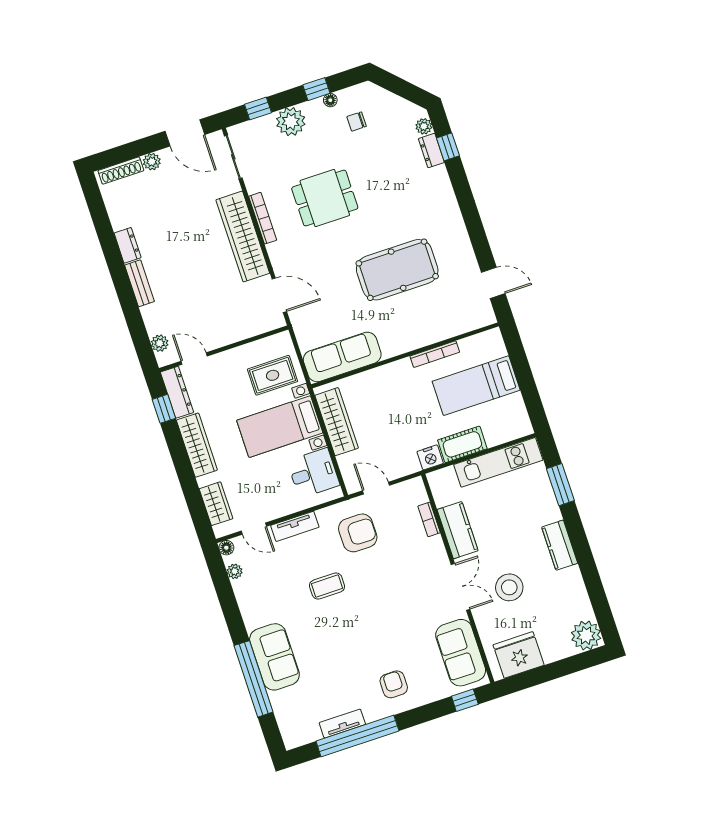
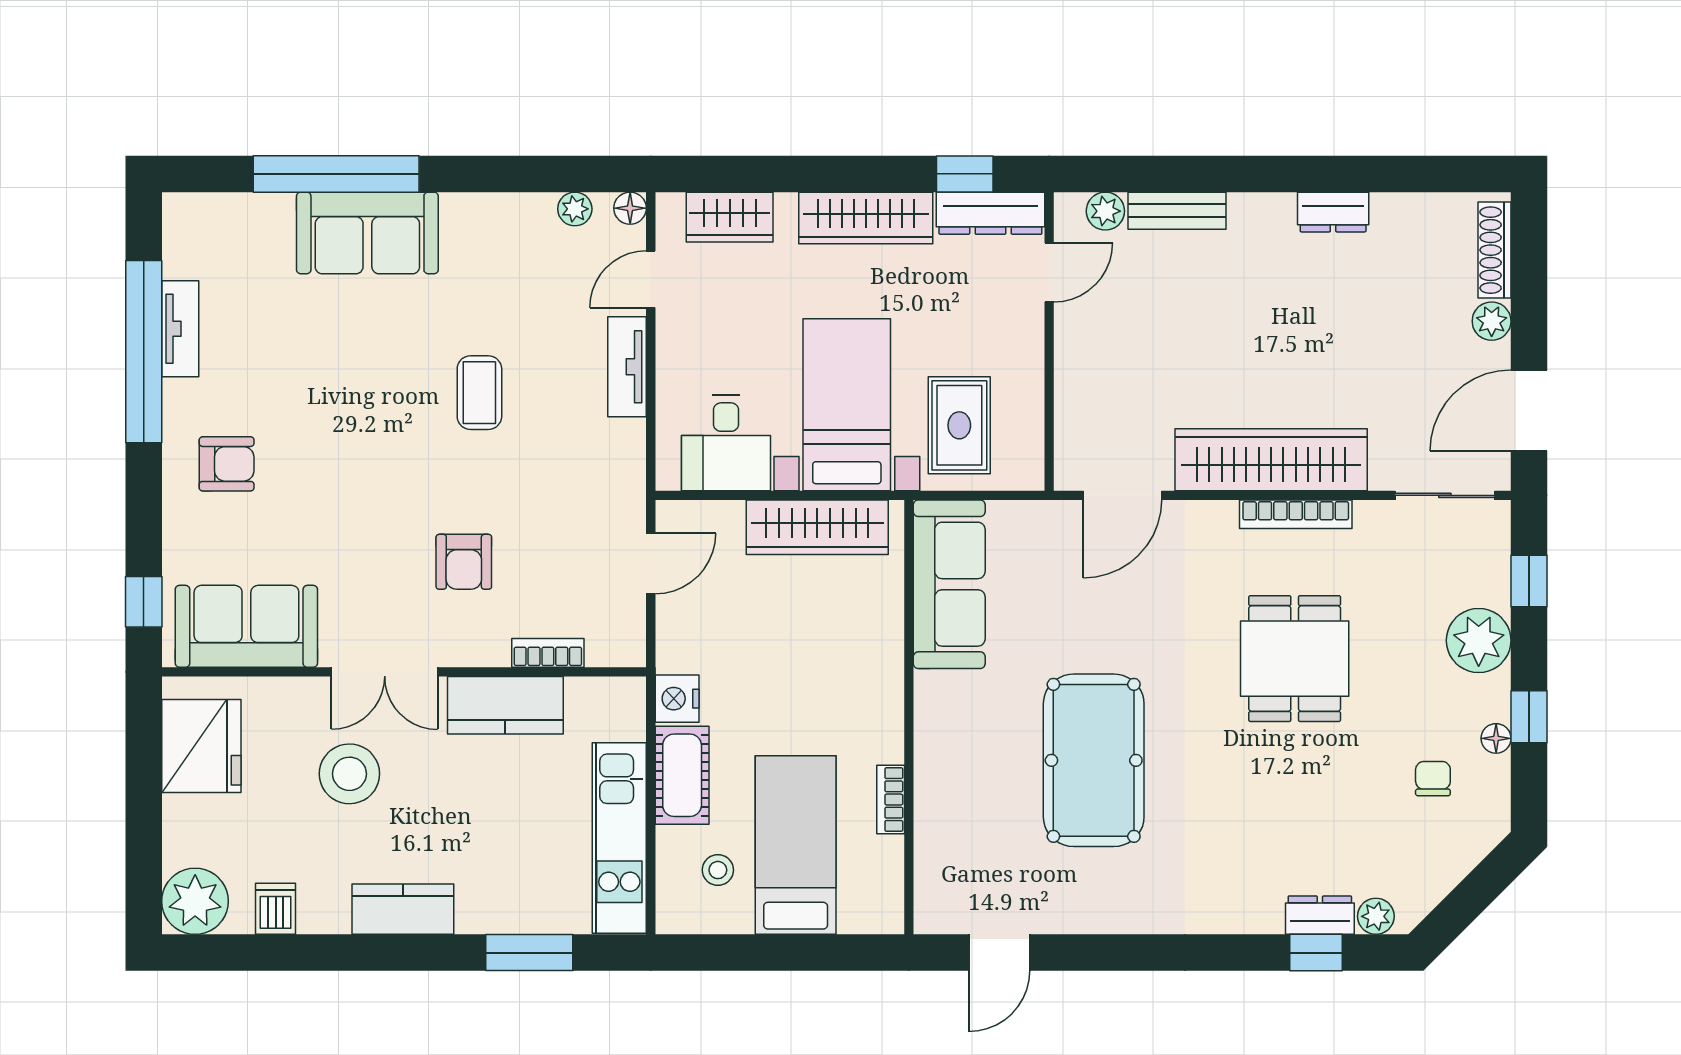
bench: (140, 283) -> (1177, 211), moved
bookcase: (435, 354) -> (891, 800), width x0.64
stool: (498, 415) -> (718, 870), added
armchair: (358, 533) -> (464, 562), moved, width x0.72, depth x0.72
dishwasher: (578, 600) -> (276, 909), added

